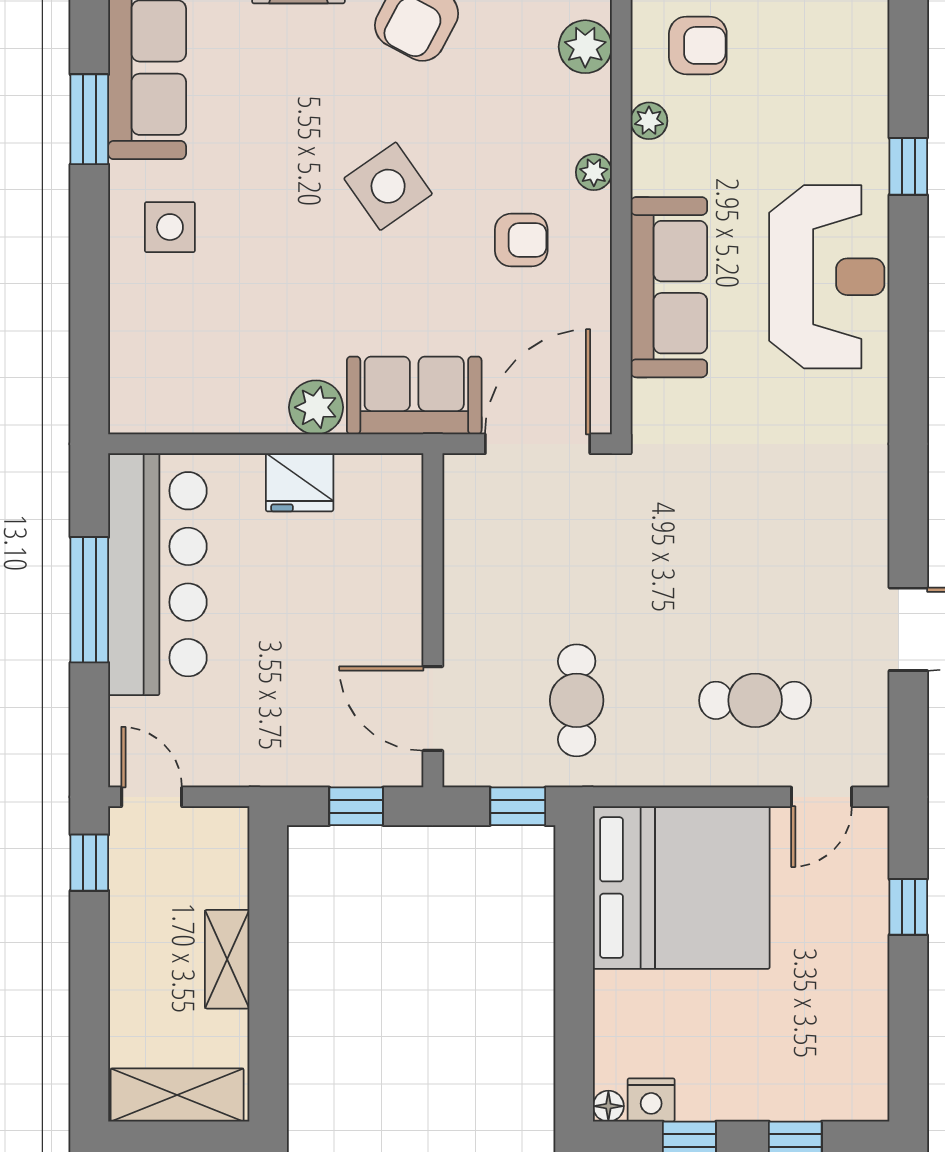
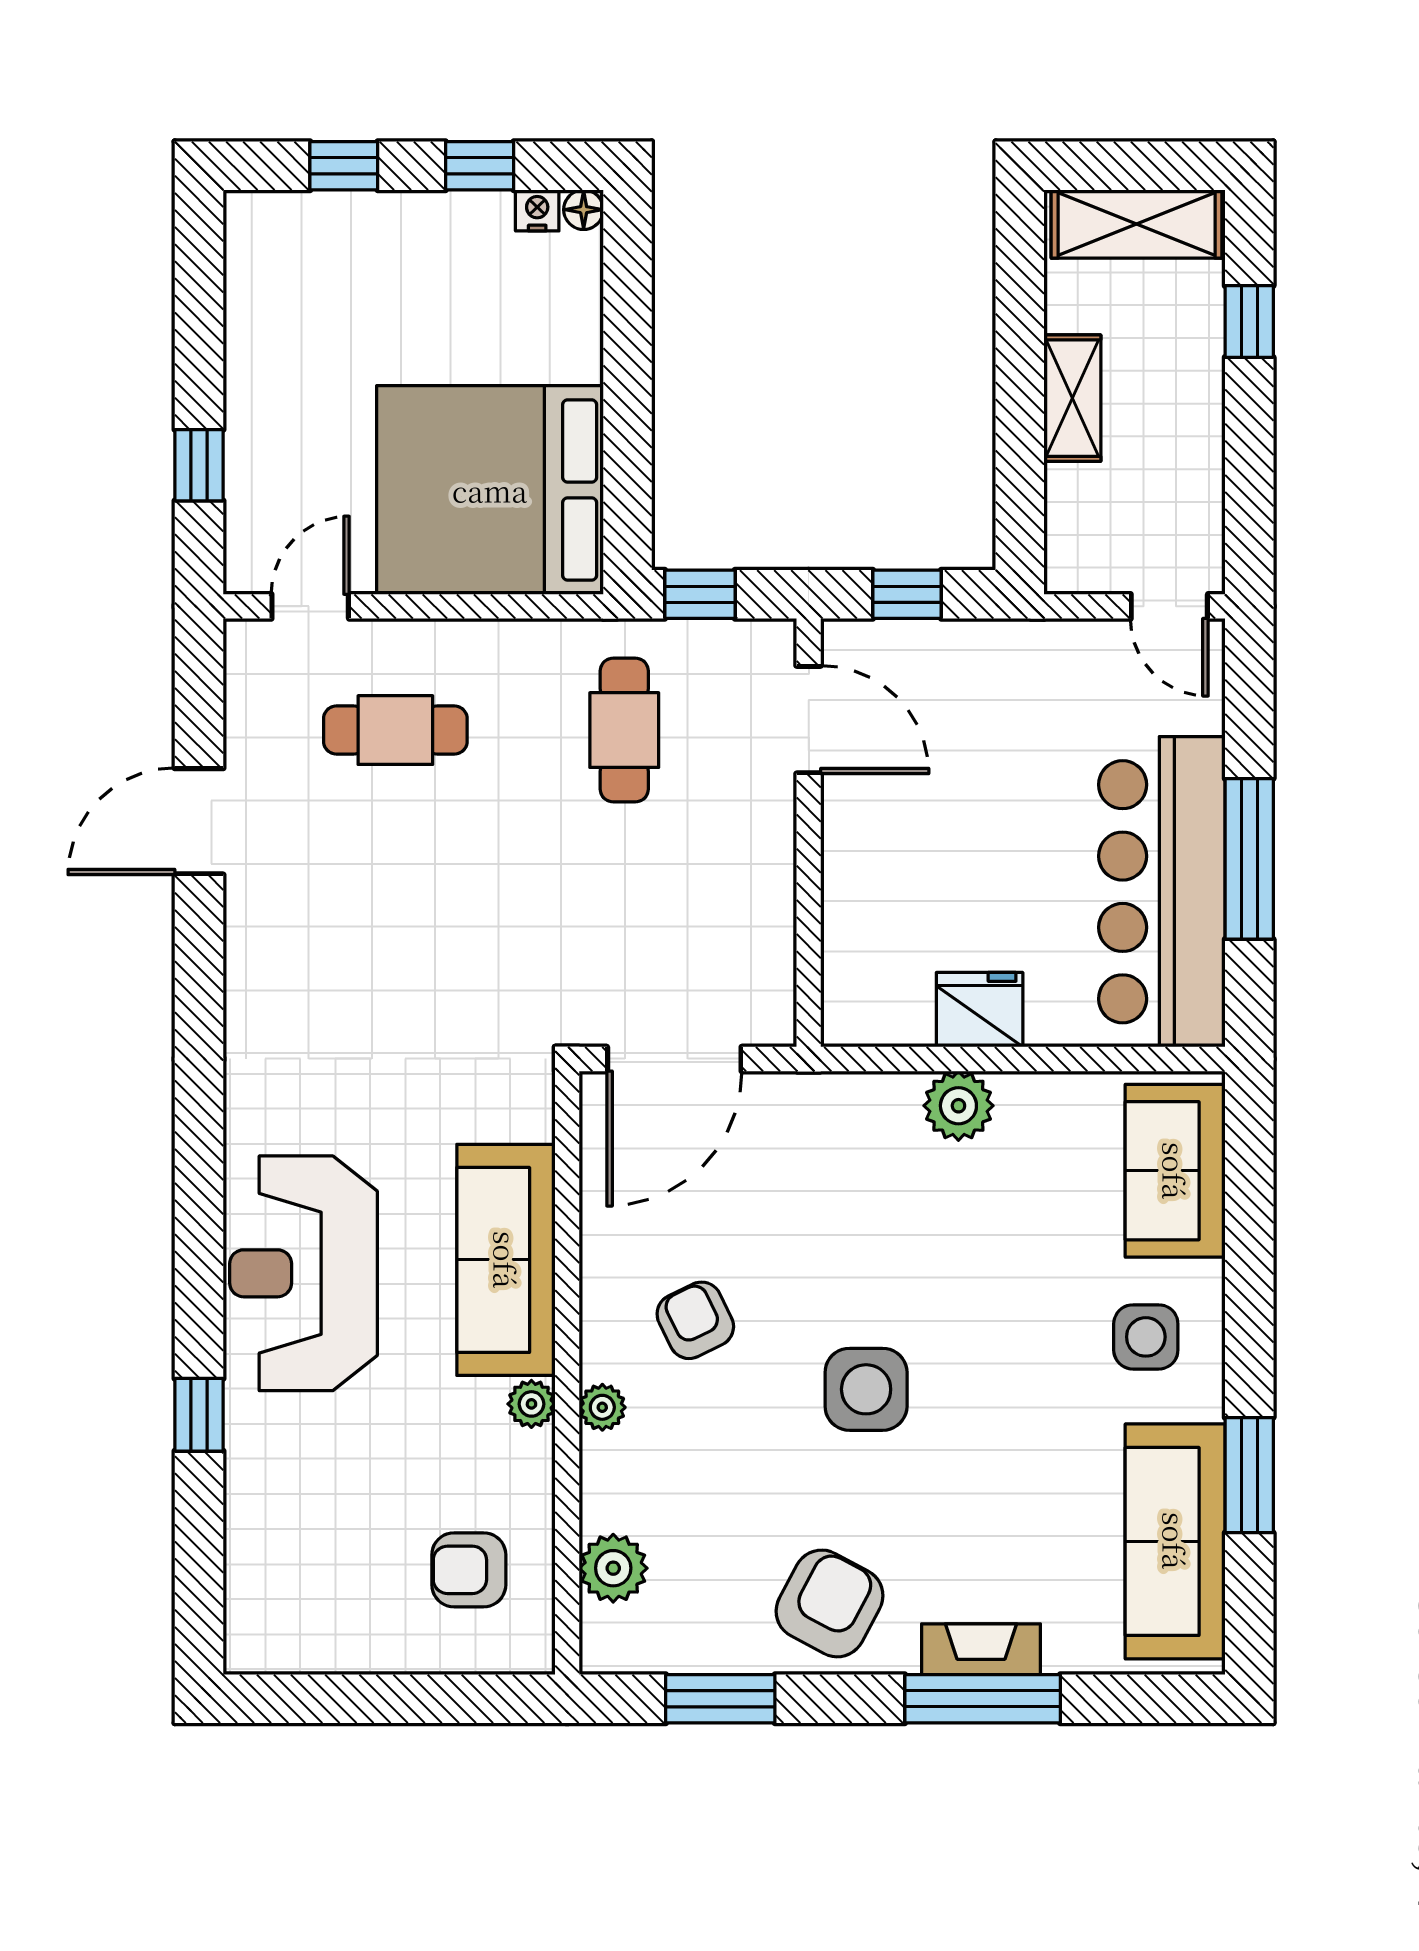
plant: (649, 121) -> (531, 1404), moved
side table: (388, 186) -> (866, 1389), turned 35
armchair: (521, 240) -> (695, 1320), turned 64
sofa: (414, 395) -> (1175, 1171), moved, turned 90
window: (89, 863) -> (1249, 321), moved
nightstand: (651, 1100) -> (537, 210), width x0.72, depth x0.74

